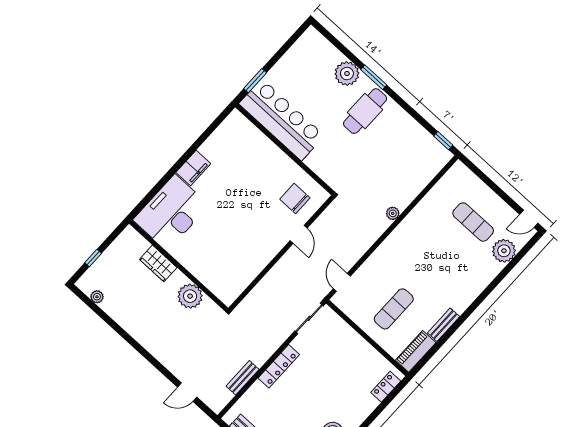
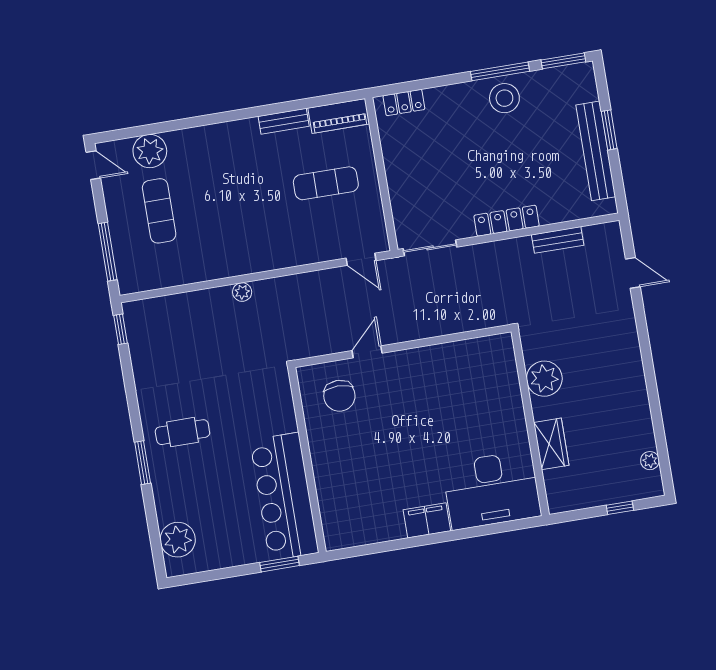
plant: (347, 74) -> (178, 540), moved
cafe table: (365, 111) -> (182, 432), width x0.73, depth x0.74
window: (484, 178) -> (108, 252), added
door: (342, 282) -> (361, 259), hinge flipped

